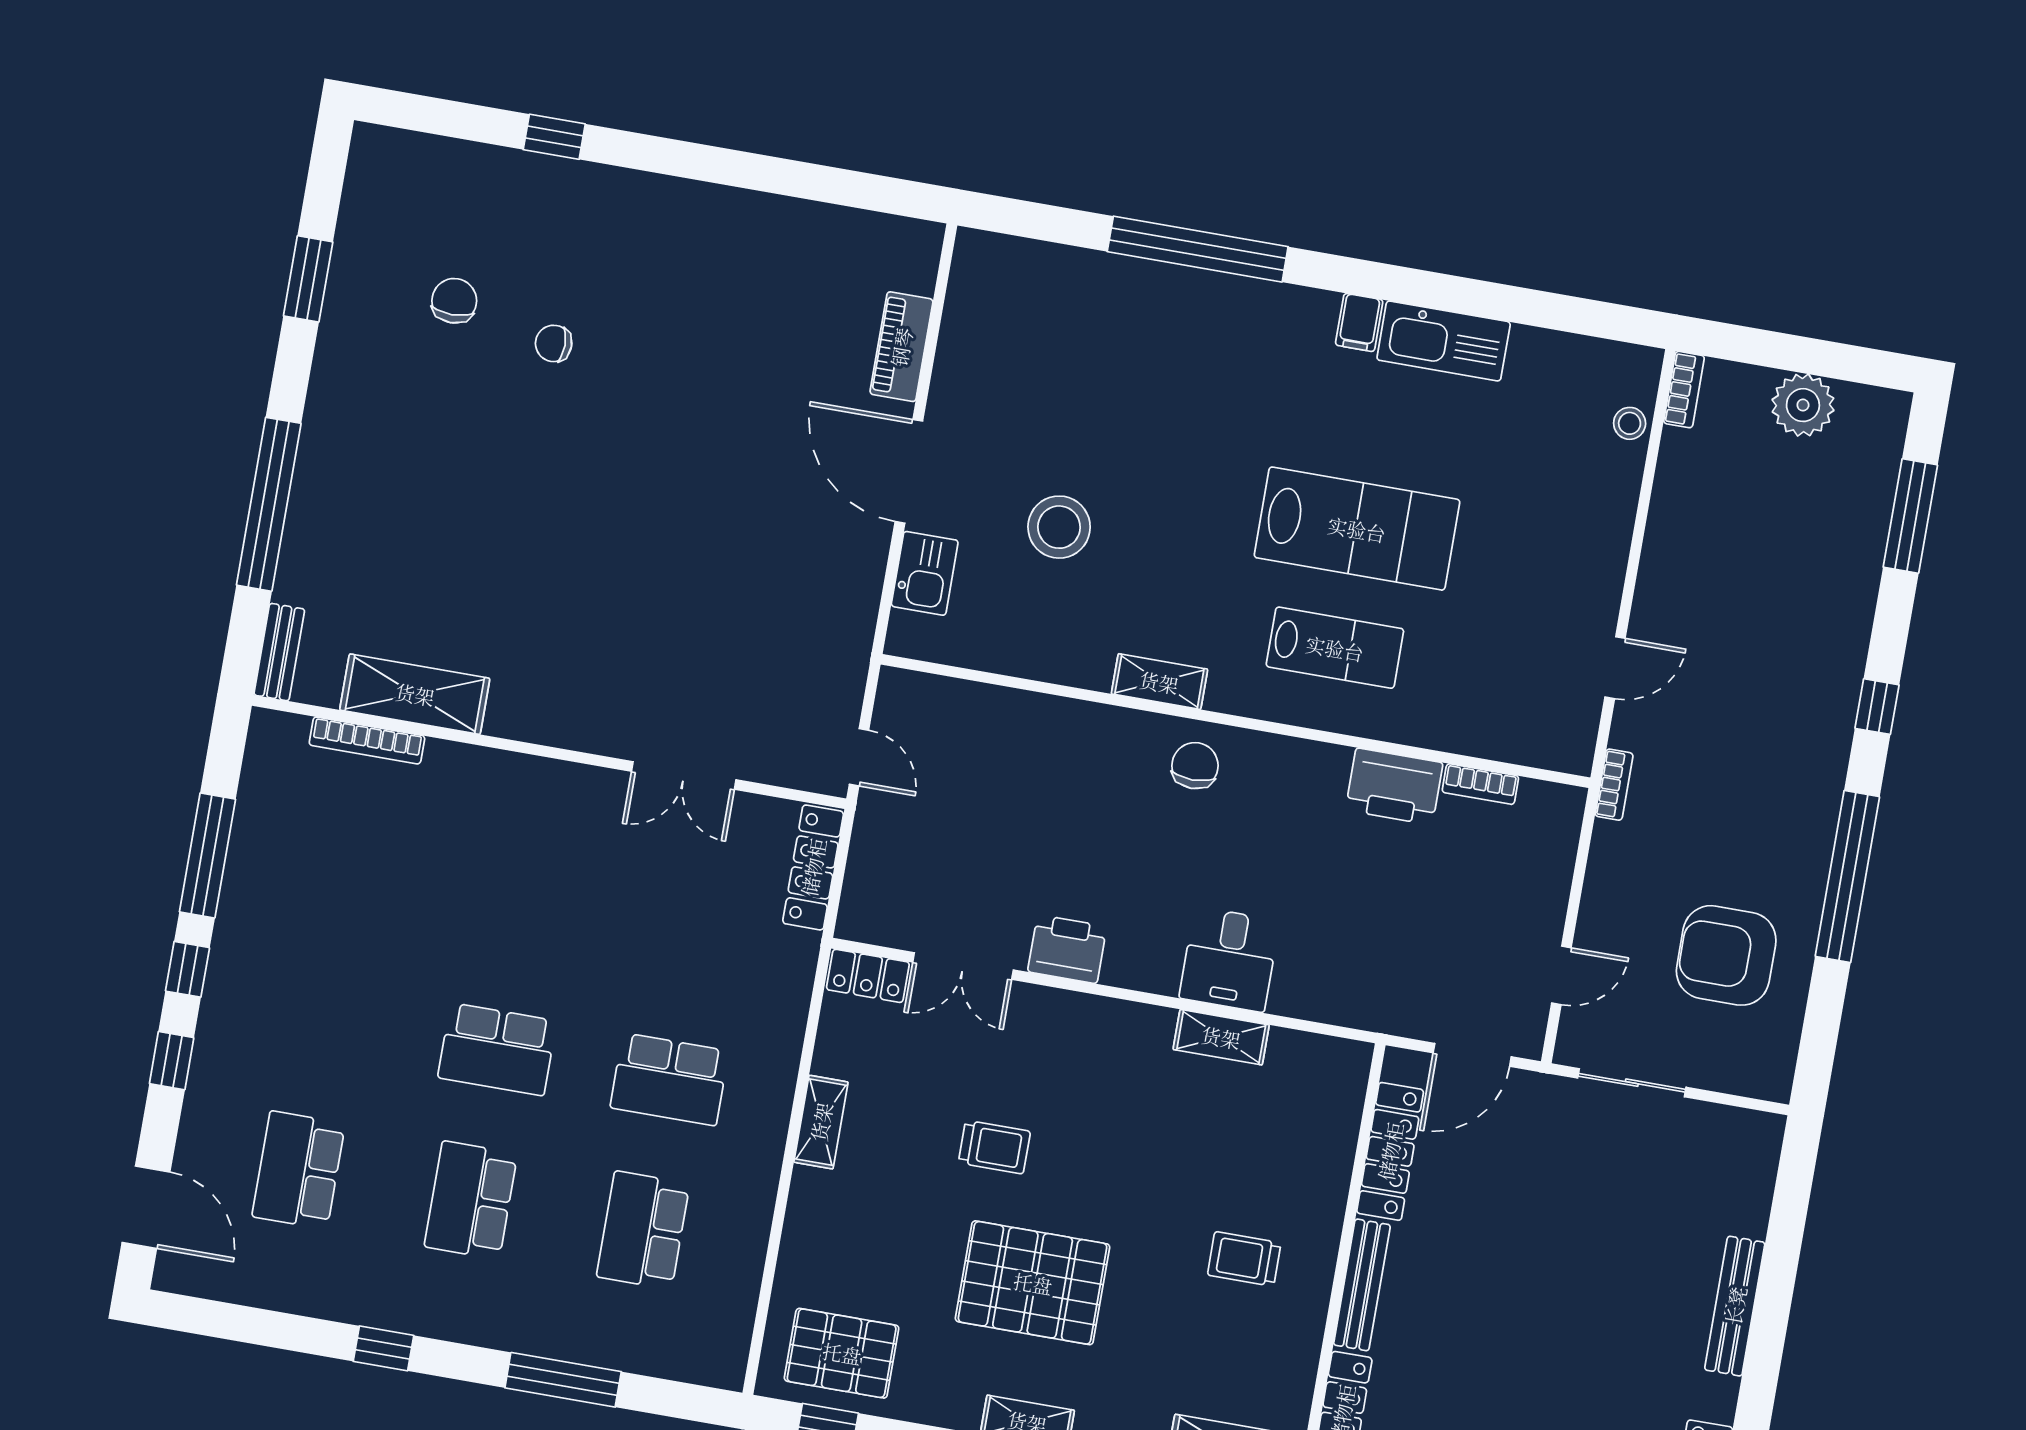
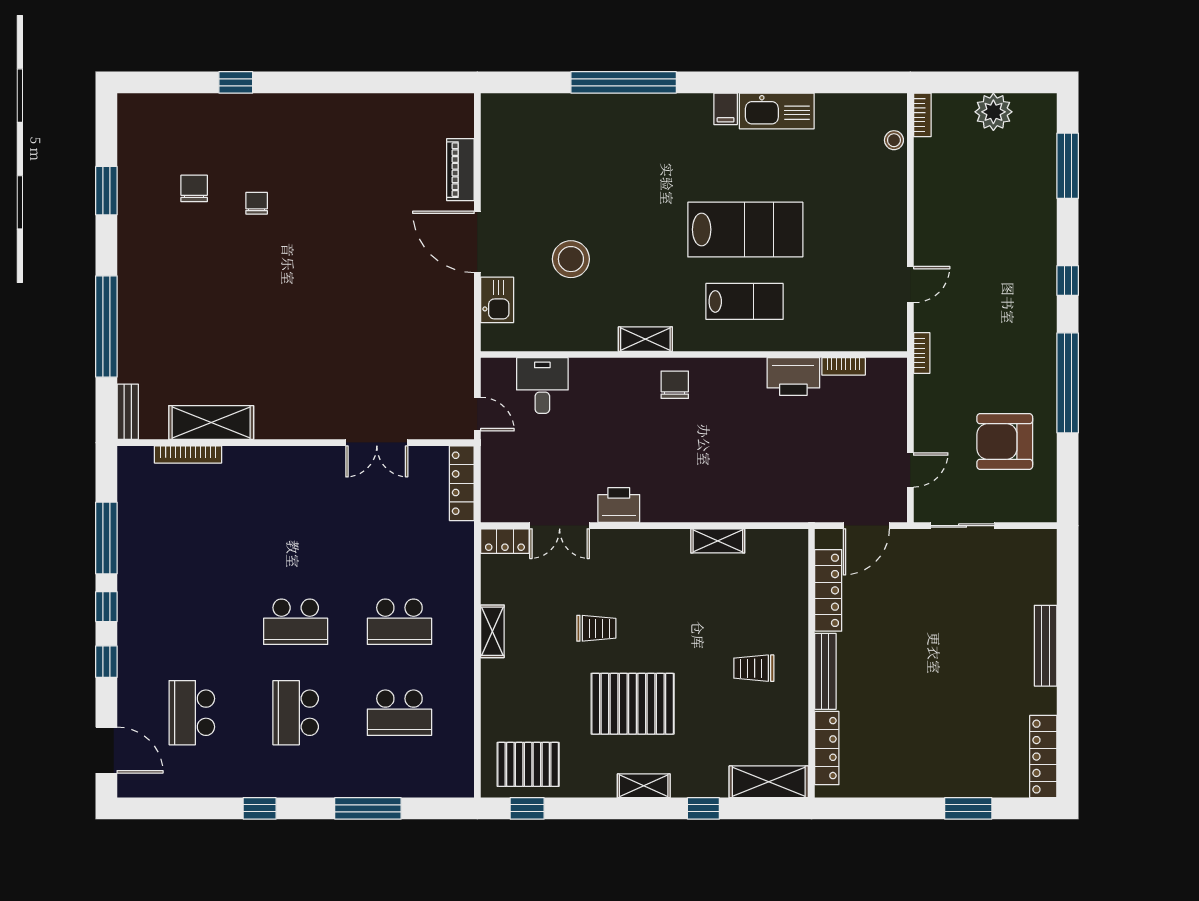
chair: (554, 343) -> (257, 203), turned 90
desk: (1229, 959) -> (542, 385), moved, turned 180
school desk: (643, 1230) -> (399, 713), turned -90

